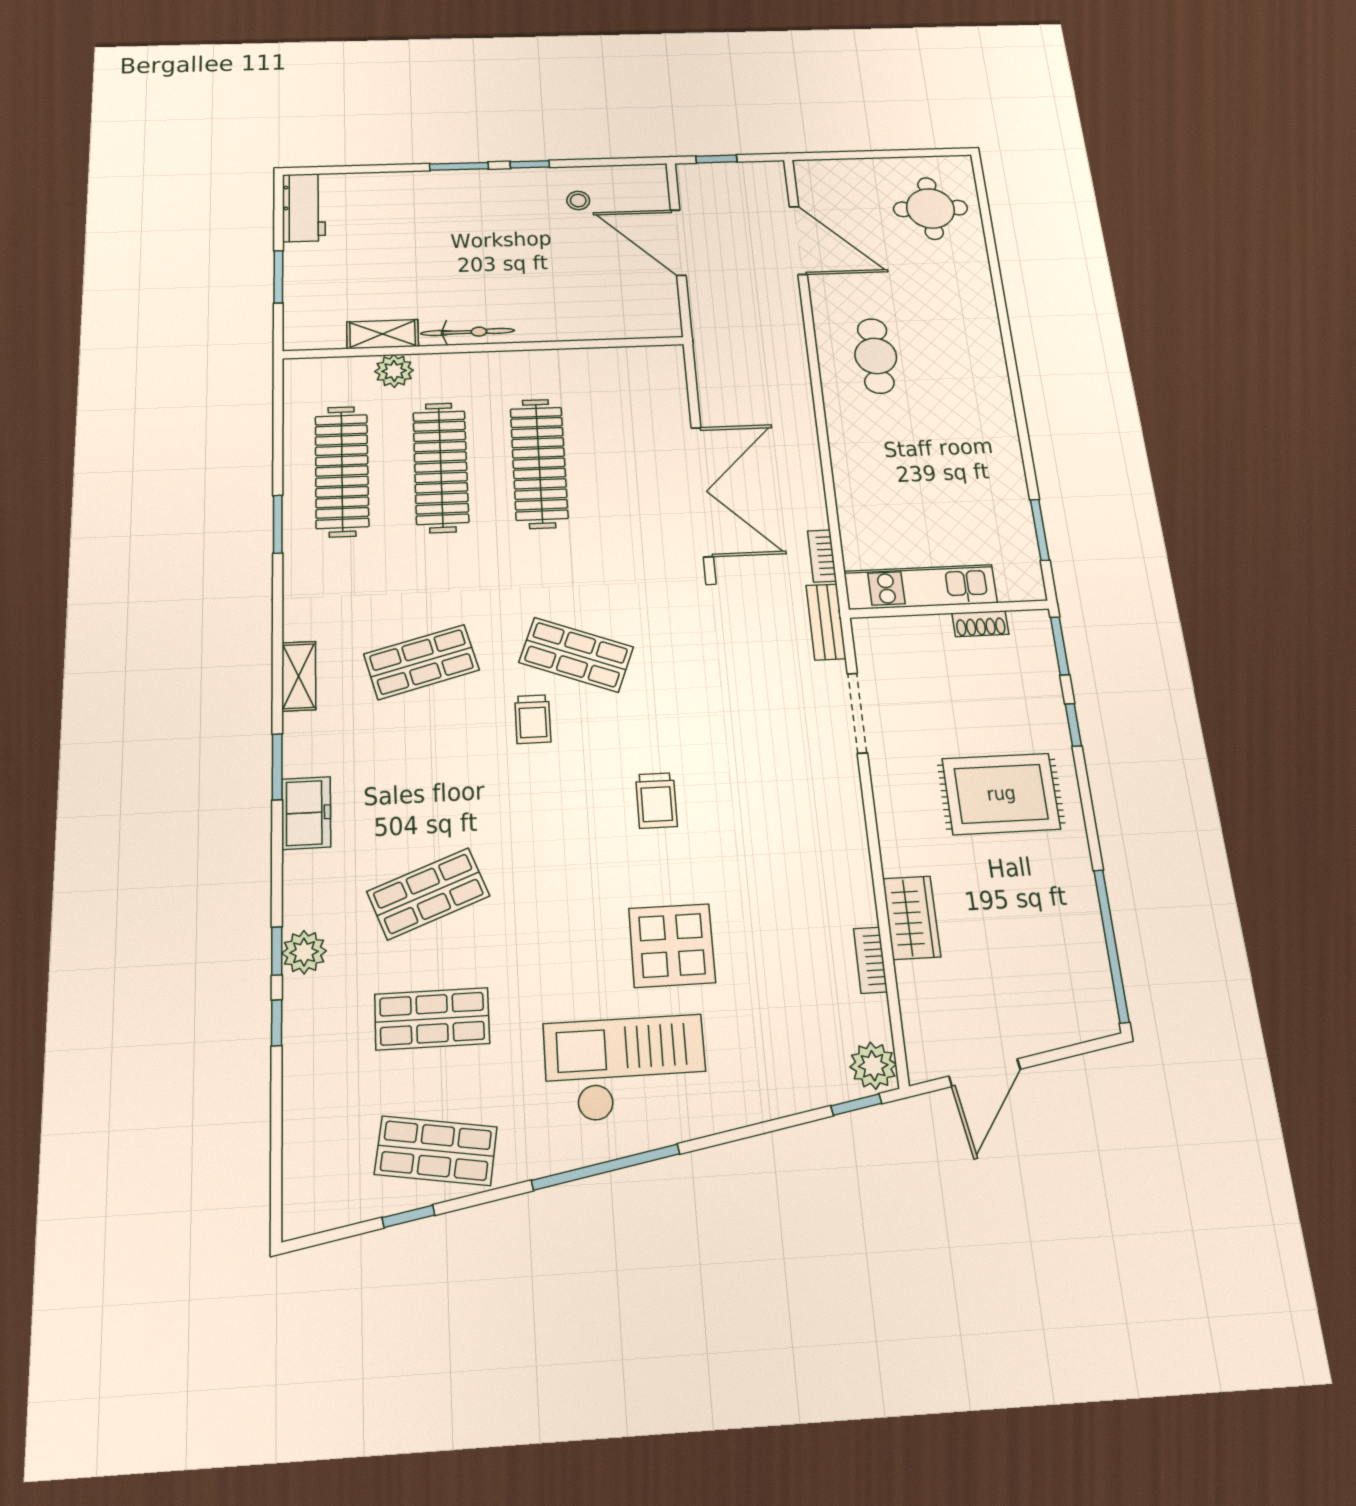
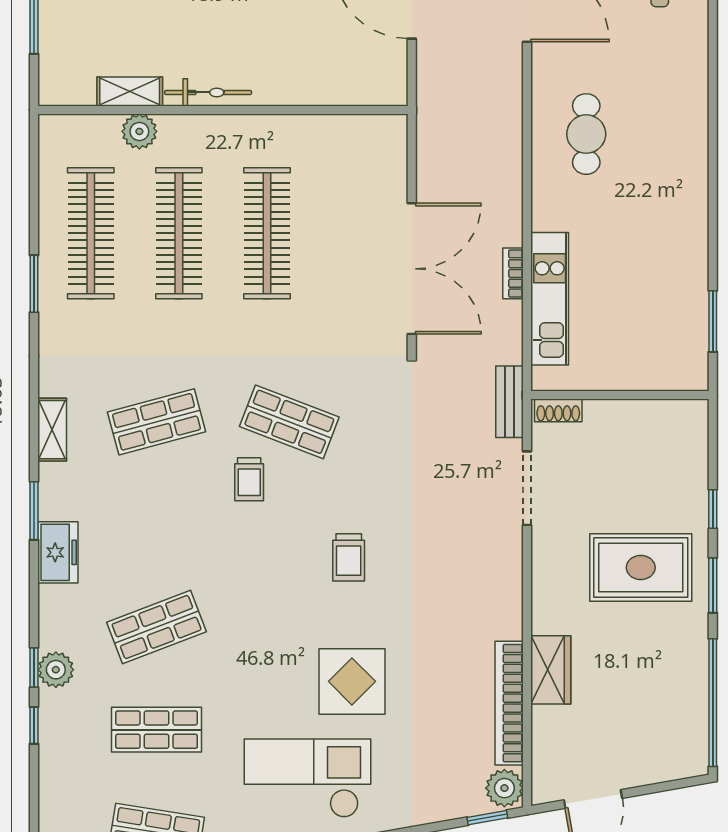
bookcase: (822, 556) -> (513, 273), moved
kitchen unit: (921, 587) -> (550, 299), moved, turned 90
shoe rack: (980, 624) -> (558, 410), moved
window: (1060, 646) -> (713, 585), moved
bookcase: (870, 960) -> (509, 703), width x2.31, depth x1.31

